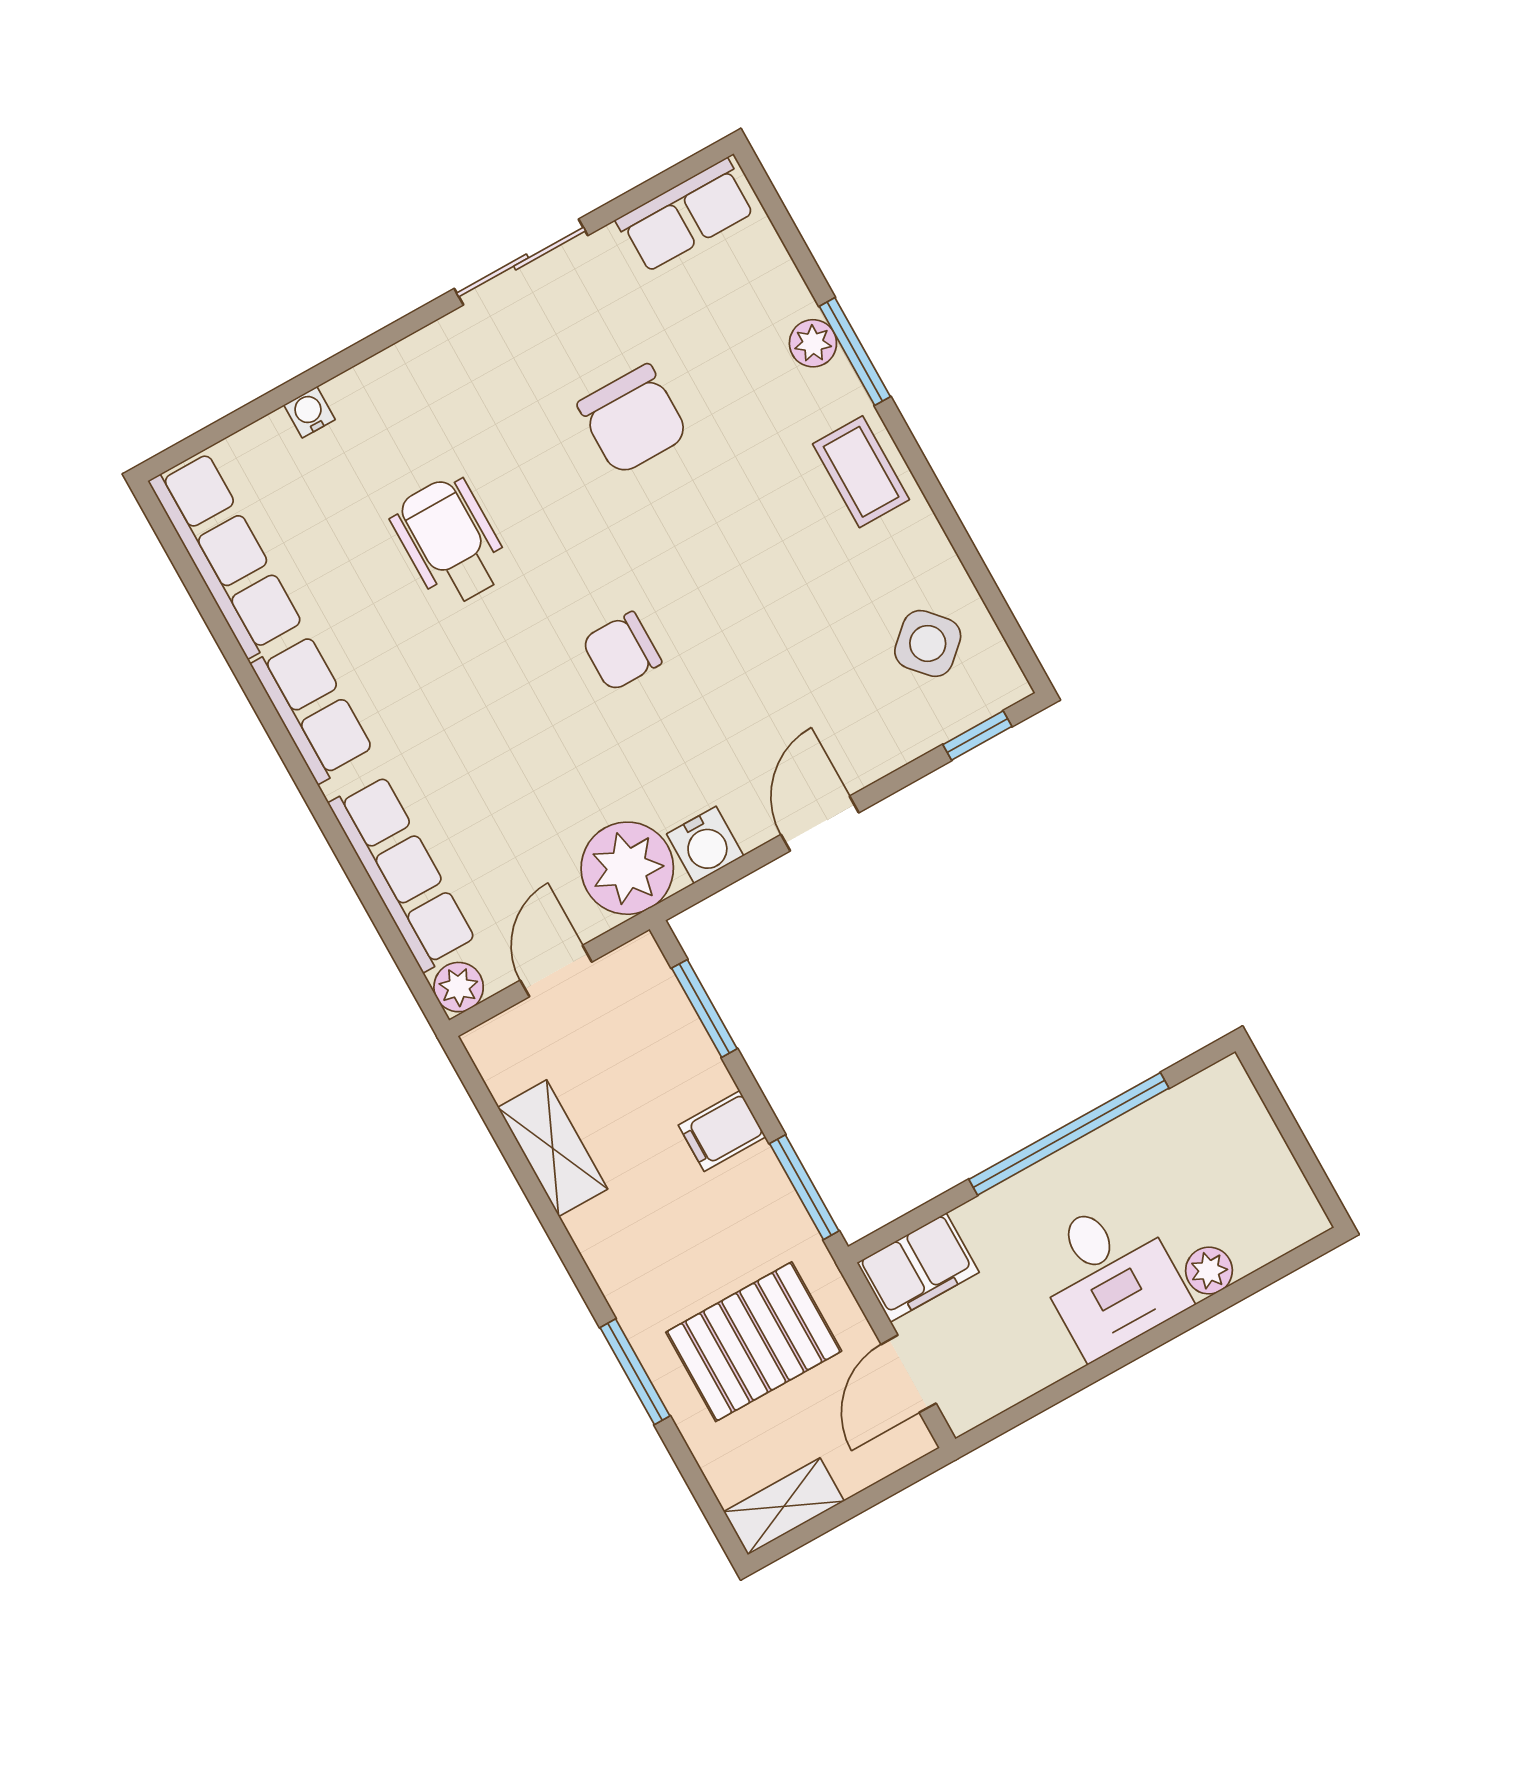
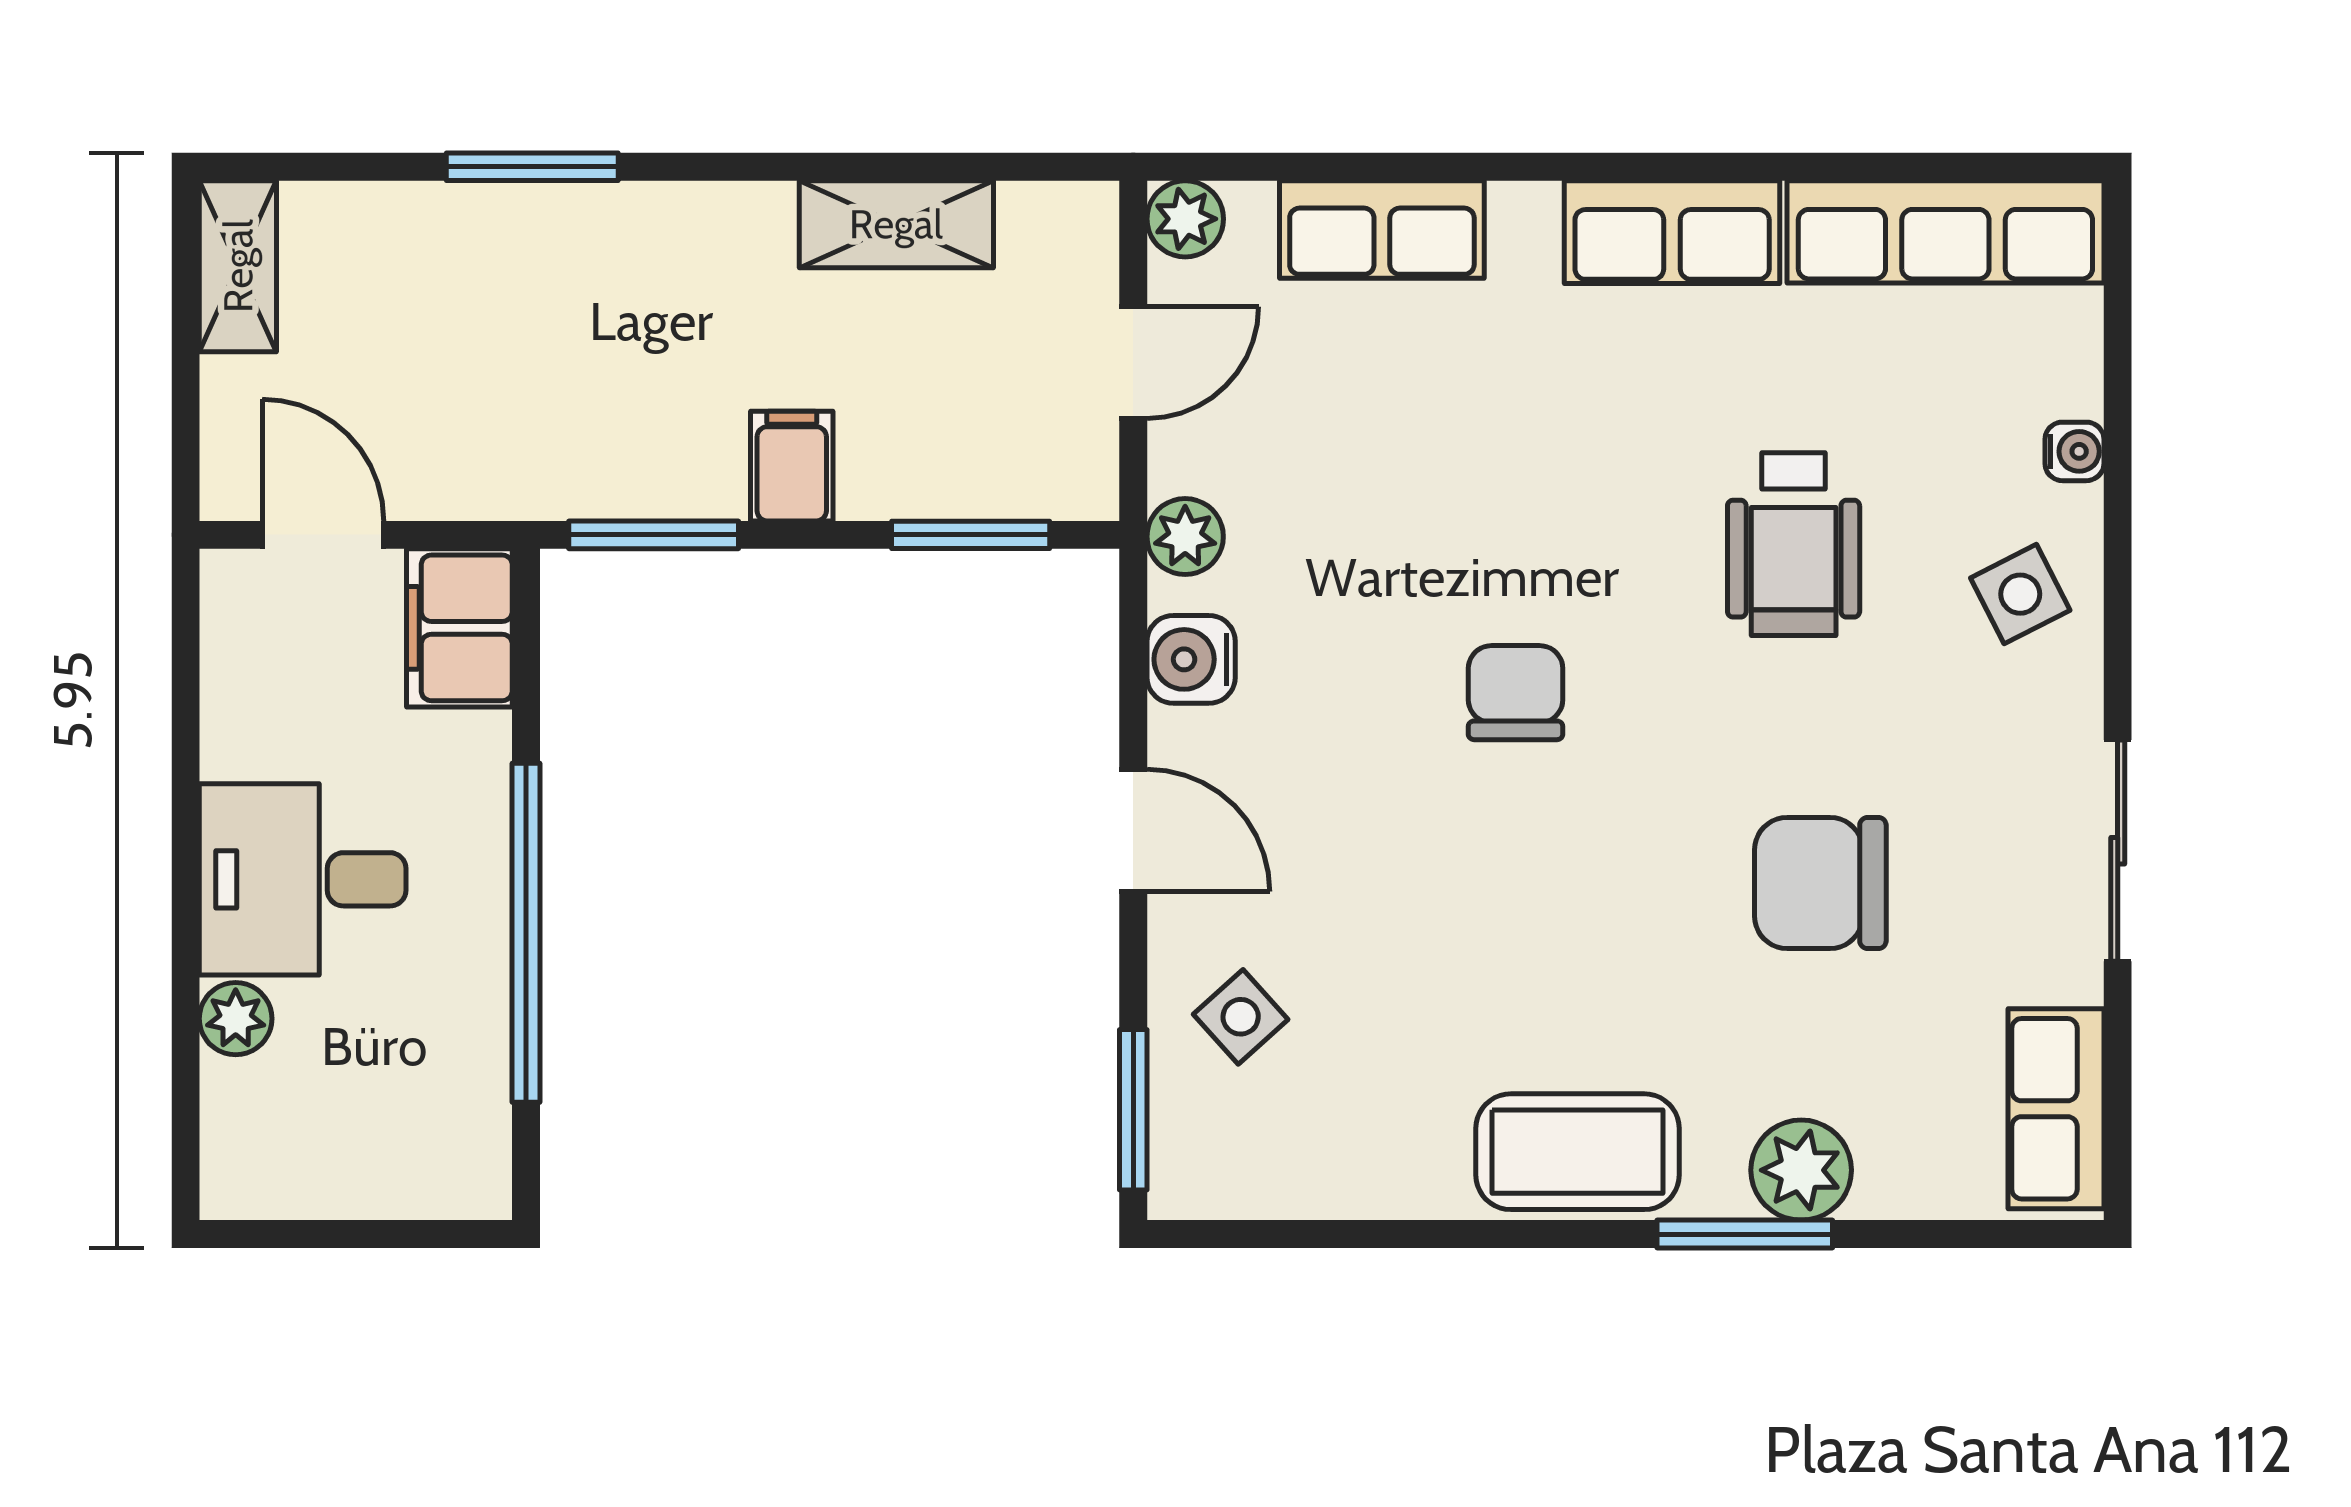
plant: (813, 343) -> (1801, 1170), width x1.38, depth x1.38
side table: (407, 398) -> (2020, 594), added
coffee table: (861, 472) -> (1578, 1152), width x1.36, depth x1.30
wheelchair: (450, 541) -> (1794, 544), turned 90
side table: (928, 643) -> (1241, 1017), moved, width x0.73, depth x0.73
window: (977, 736) -> (1133, 1110), width x1.50
plant: (627, 868) -> (1185, 537), width x0.53, depth x0.53
row of seats: (403, 873) -> (1382, 229), width x0.68
door: (556, 971) -> (1133, 363), hinge flipped
pallet: (754, 1342) -> (483, 350), removed

